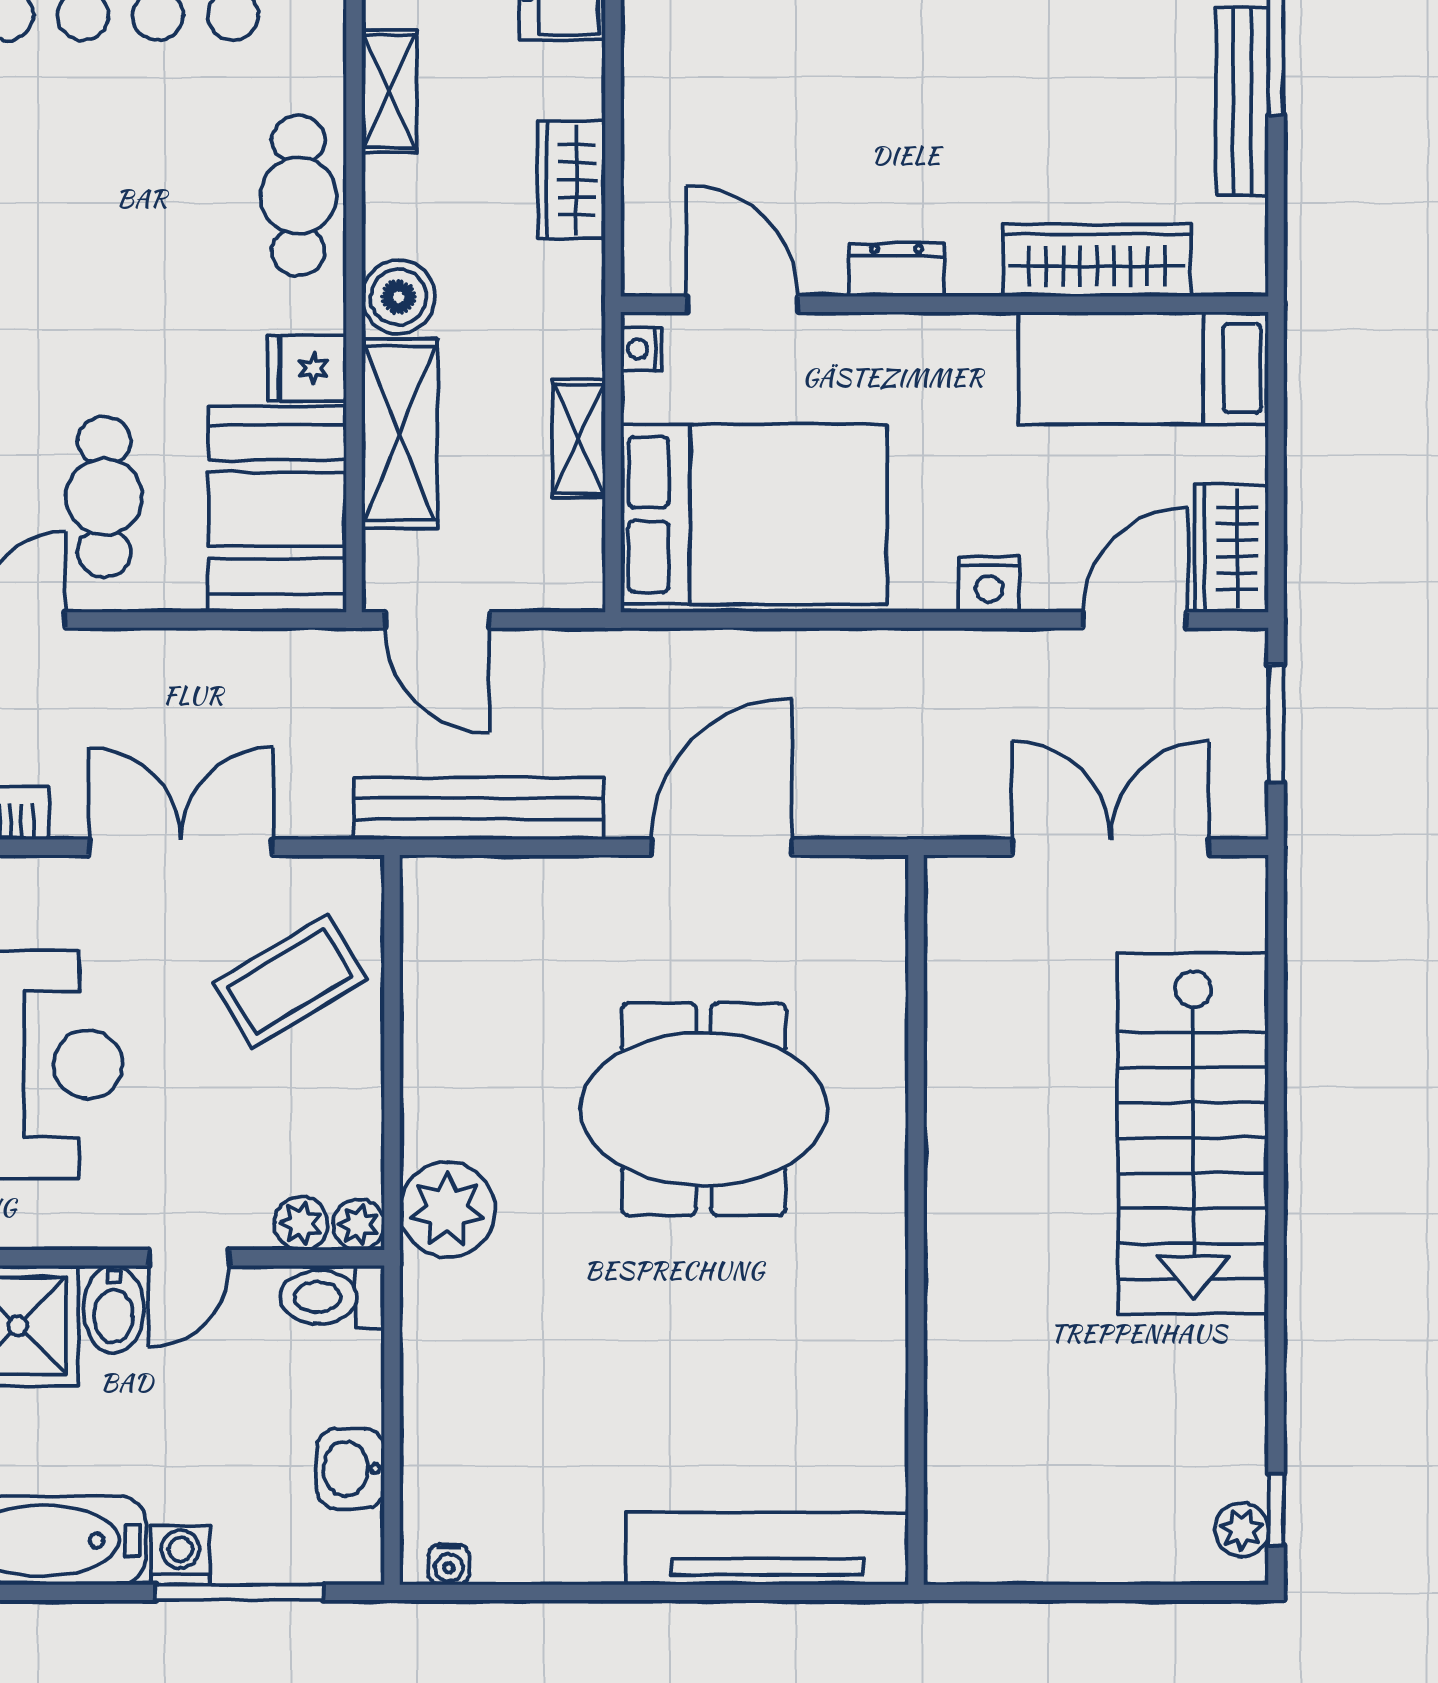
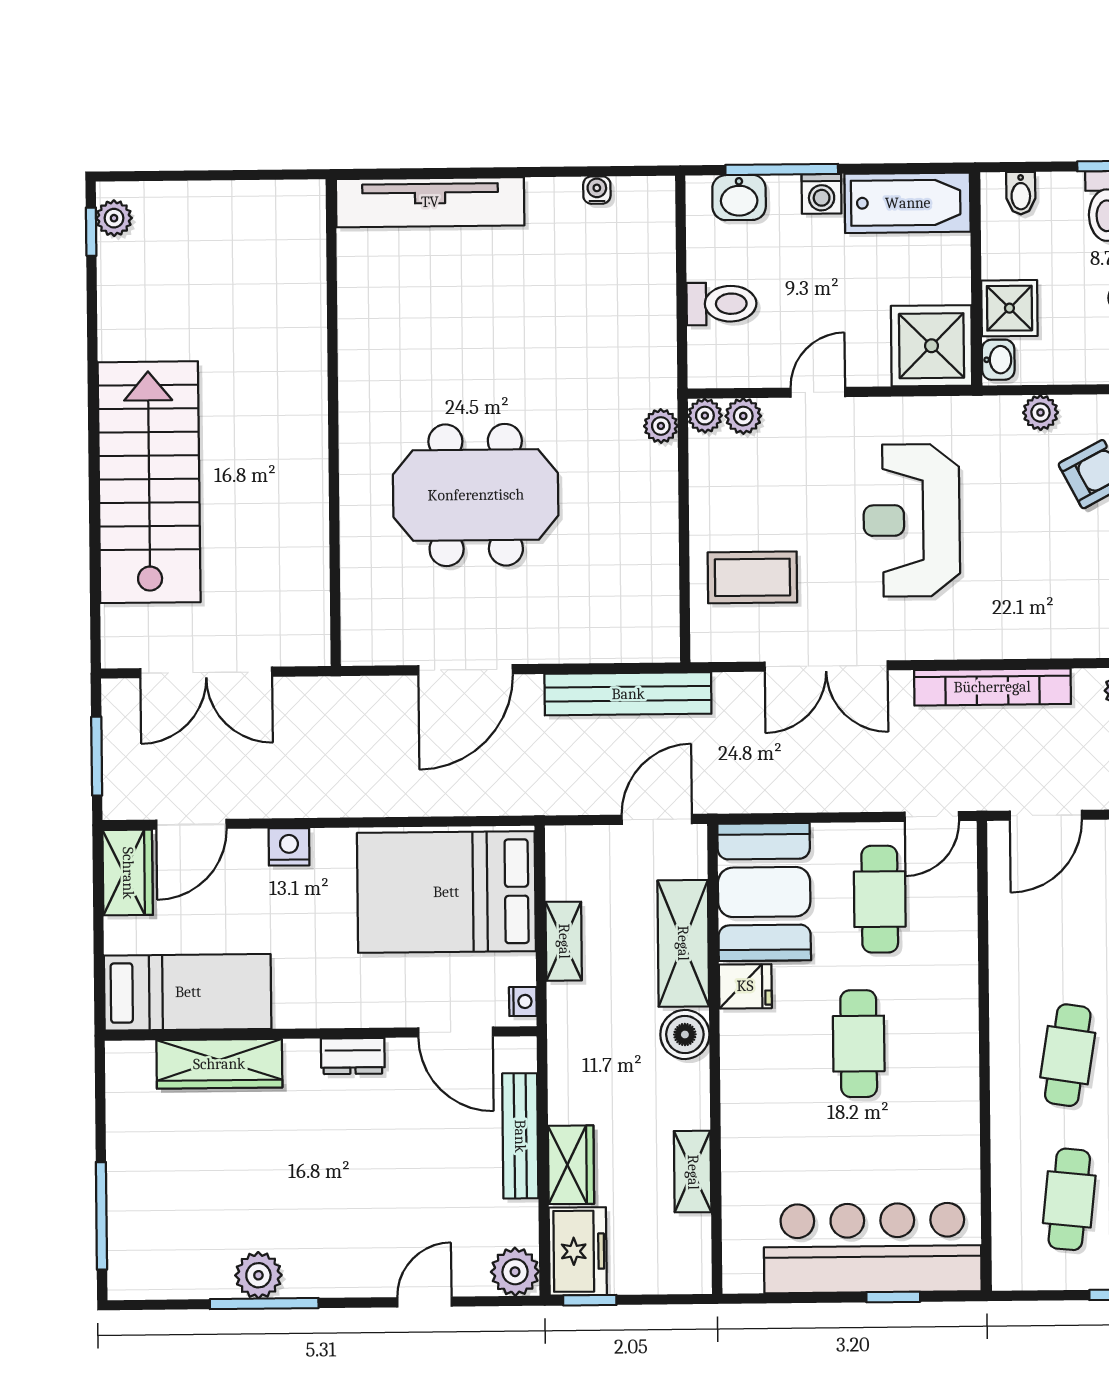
bench: (1242, 101) -> (520, 1136), moved
wardrobe: (571, 180) -> (571, 1165), moved
cafe table: (298, 196) -> (859, 1044), moved
door: (437, 620) -> (657, 819), hinge flipped
coffee table: (290, 981) -> (752, 577), turned 31
plant: (447, 1210) -> (661, 426), width x0.53, depth x0.53
toilet: (332, 1297) -> (721, 304), moved
bidet: (114, 1309) -> (868, 357), removed
washbasin: (351, 1469) -> (739, 198), moved, turned 90
water cooler: (449, 1564) -> (597, 190), moved

